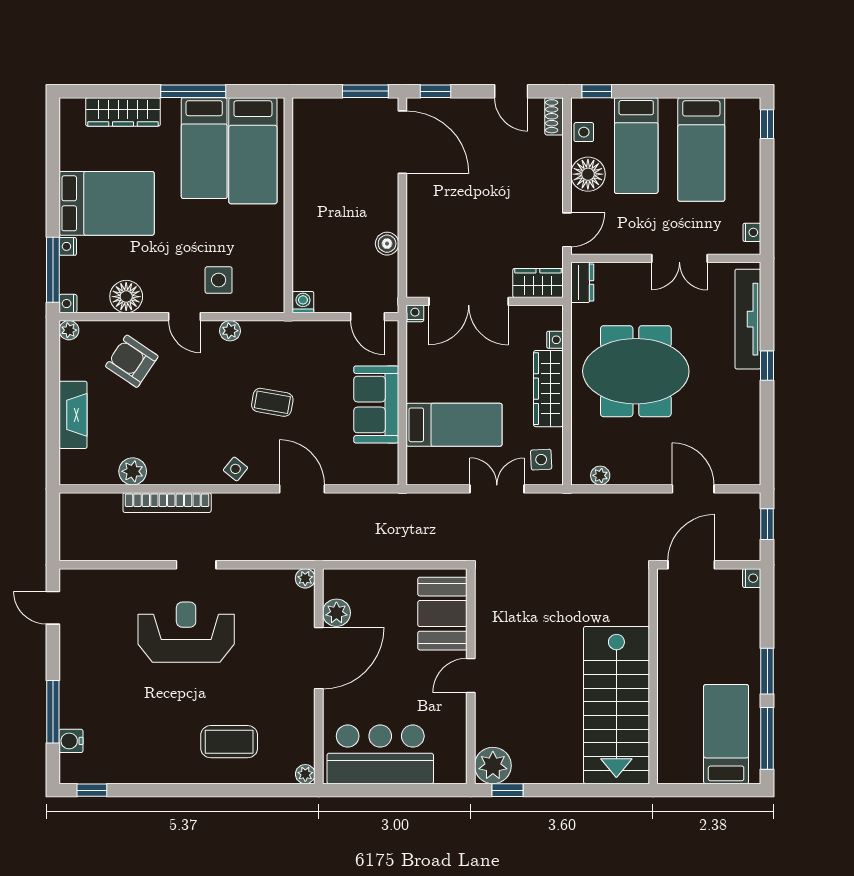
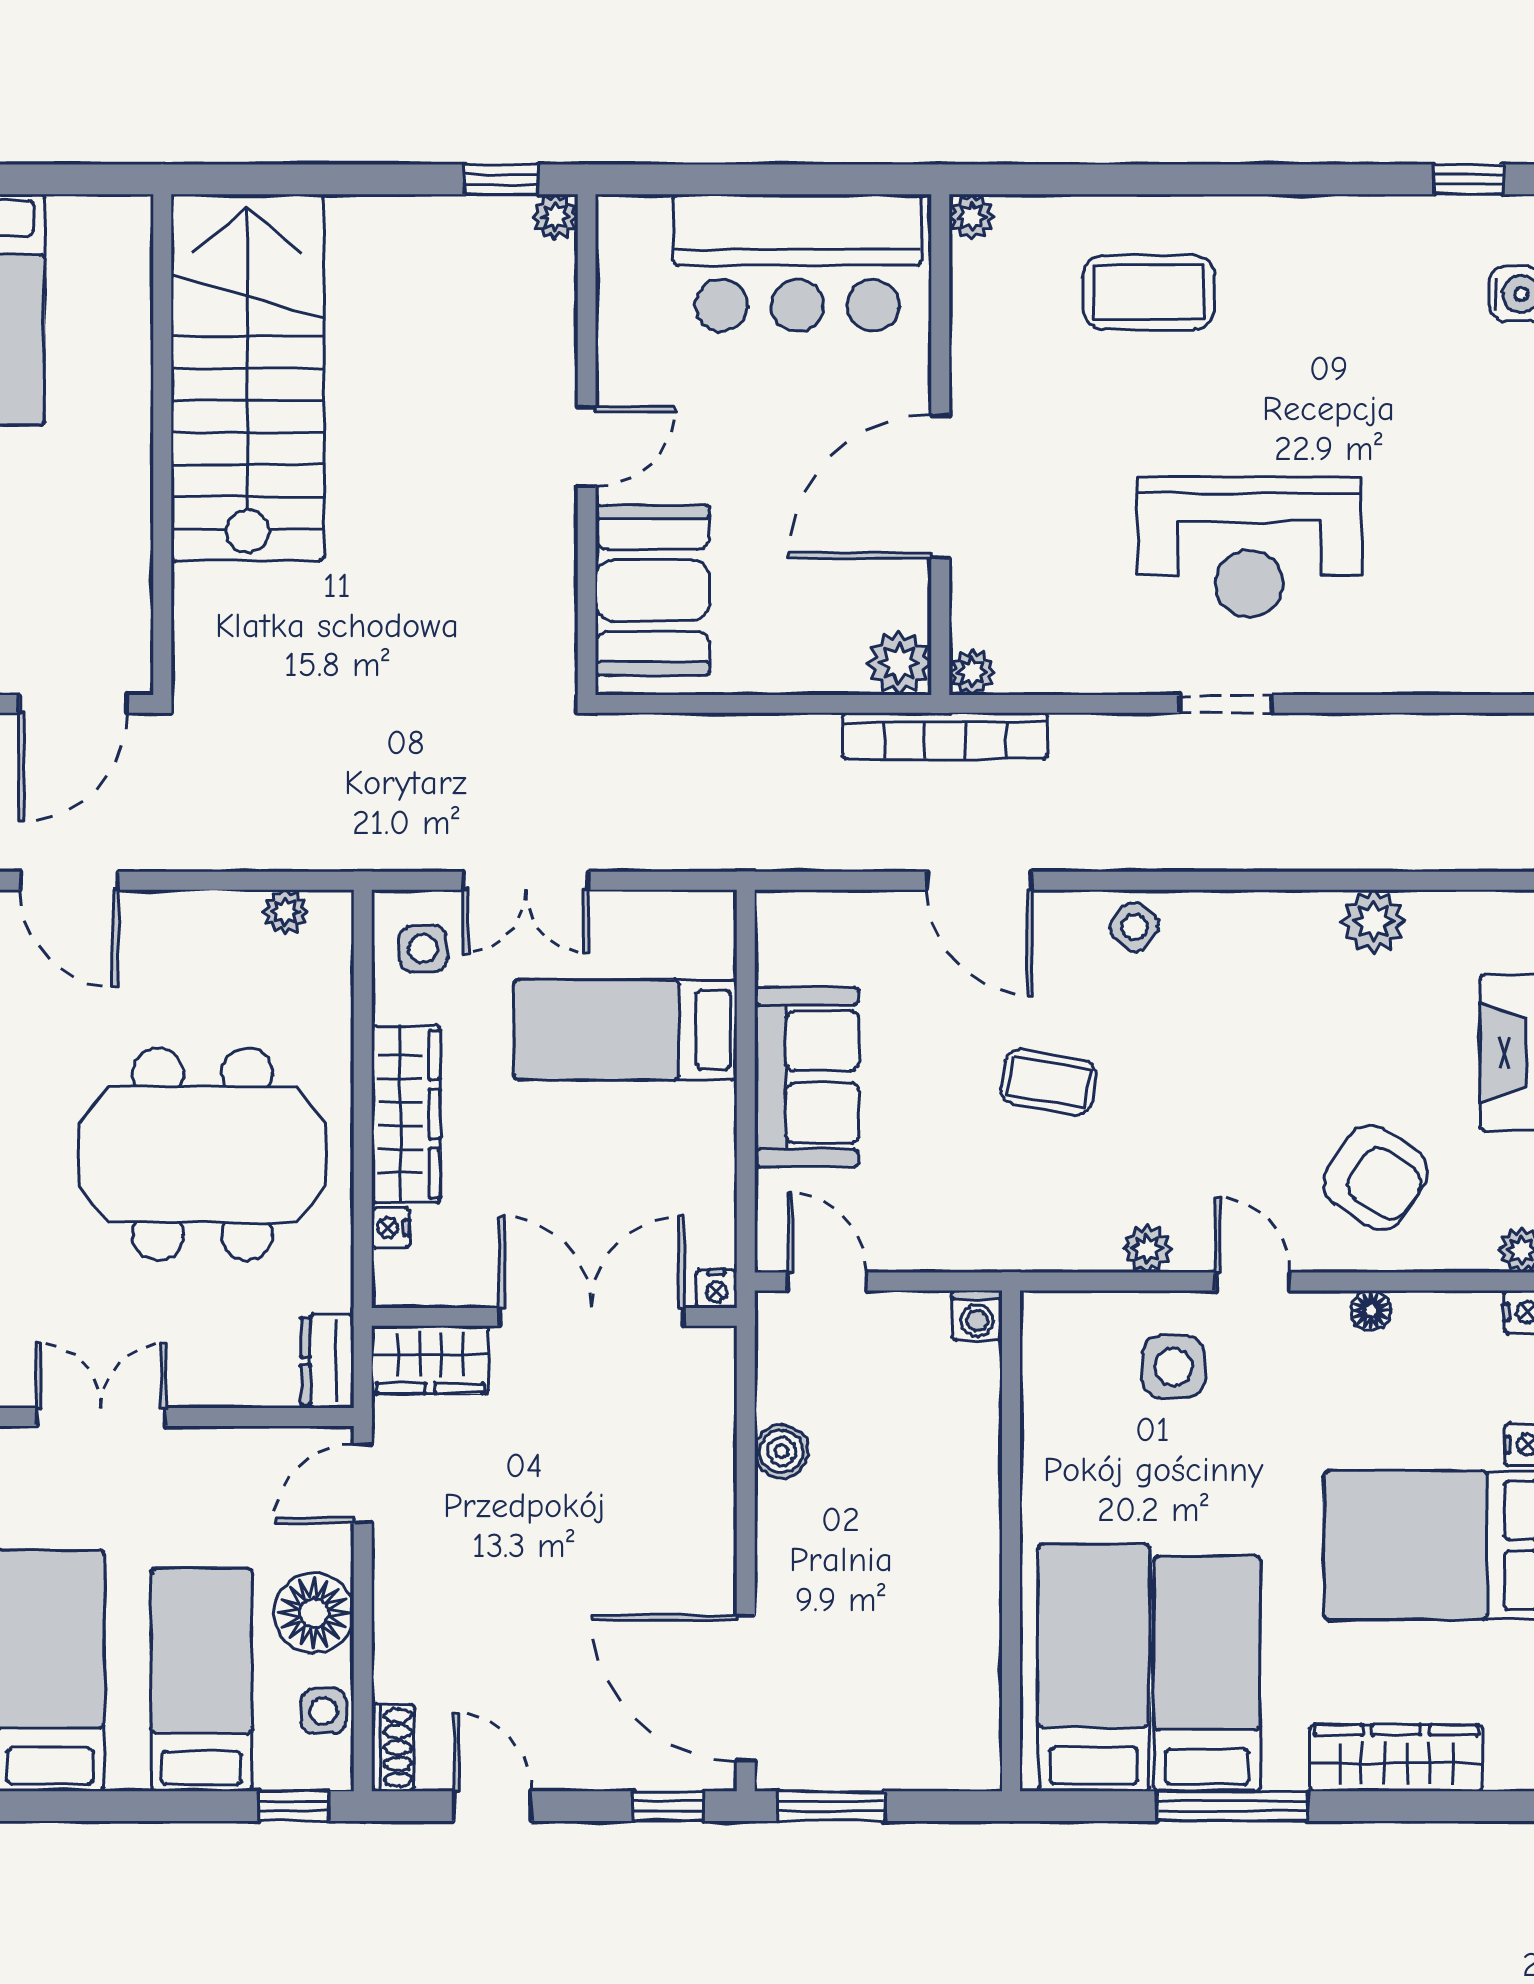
floor lamp: (126, 297) -> (1371, 1310), width x0.53, depth x0.53
bookcase: (167, 503) -> (945, 736), moved, turned 180
plant: (336, 613) -> (899, 663), moved
plant: (493, 766) -> (555, 217), width x0.53, depth x0.53

